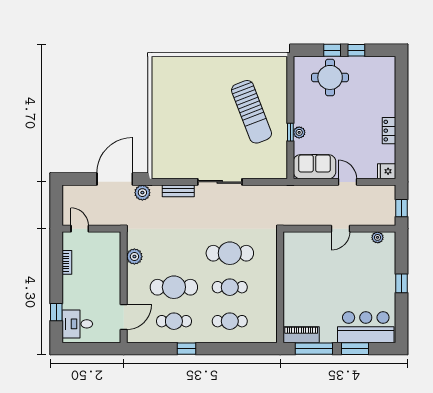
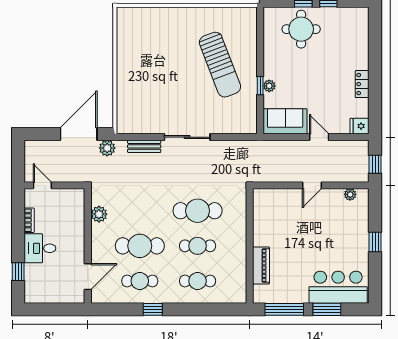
desk: (77, 324) -> (40, 248), moved
piano: (301, 335) -> (261, 266), moved, turned 90

